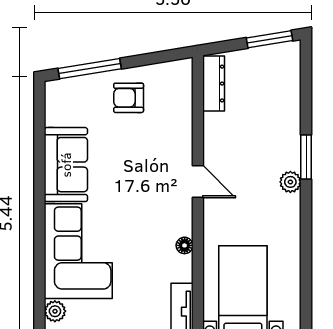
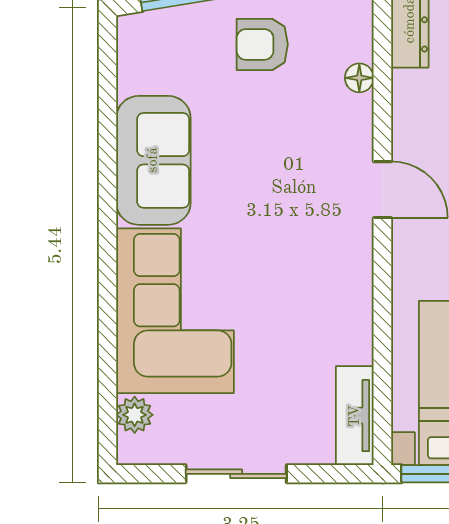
floor lamp: (185, 245) -> (359, 78), moved

